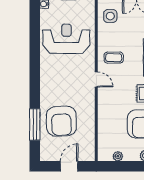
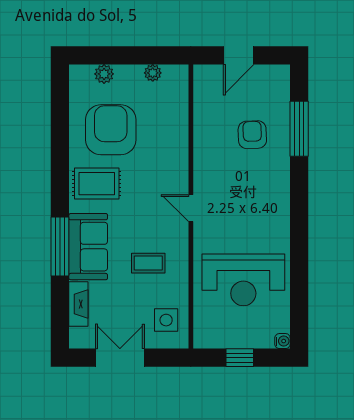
coffee table: (114, 58) -> (148, 263), moved
armchair: (61, 121) -> (252, 135), width x0.53, depth x0.53

